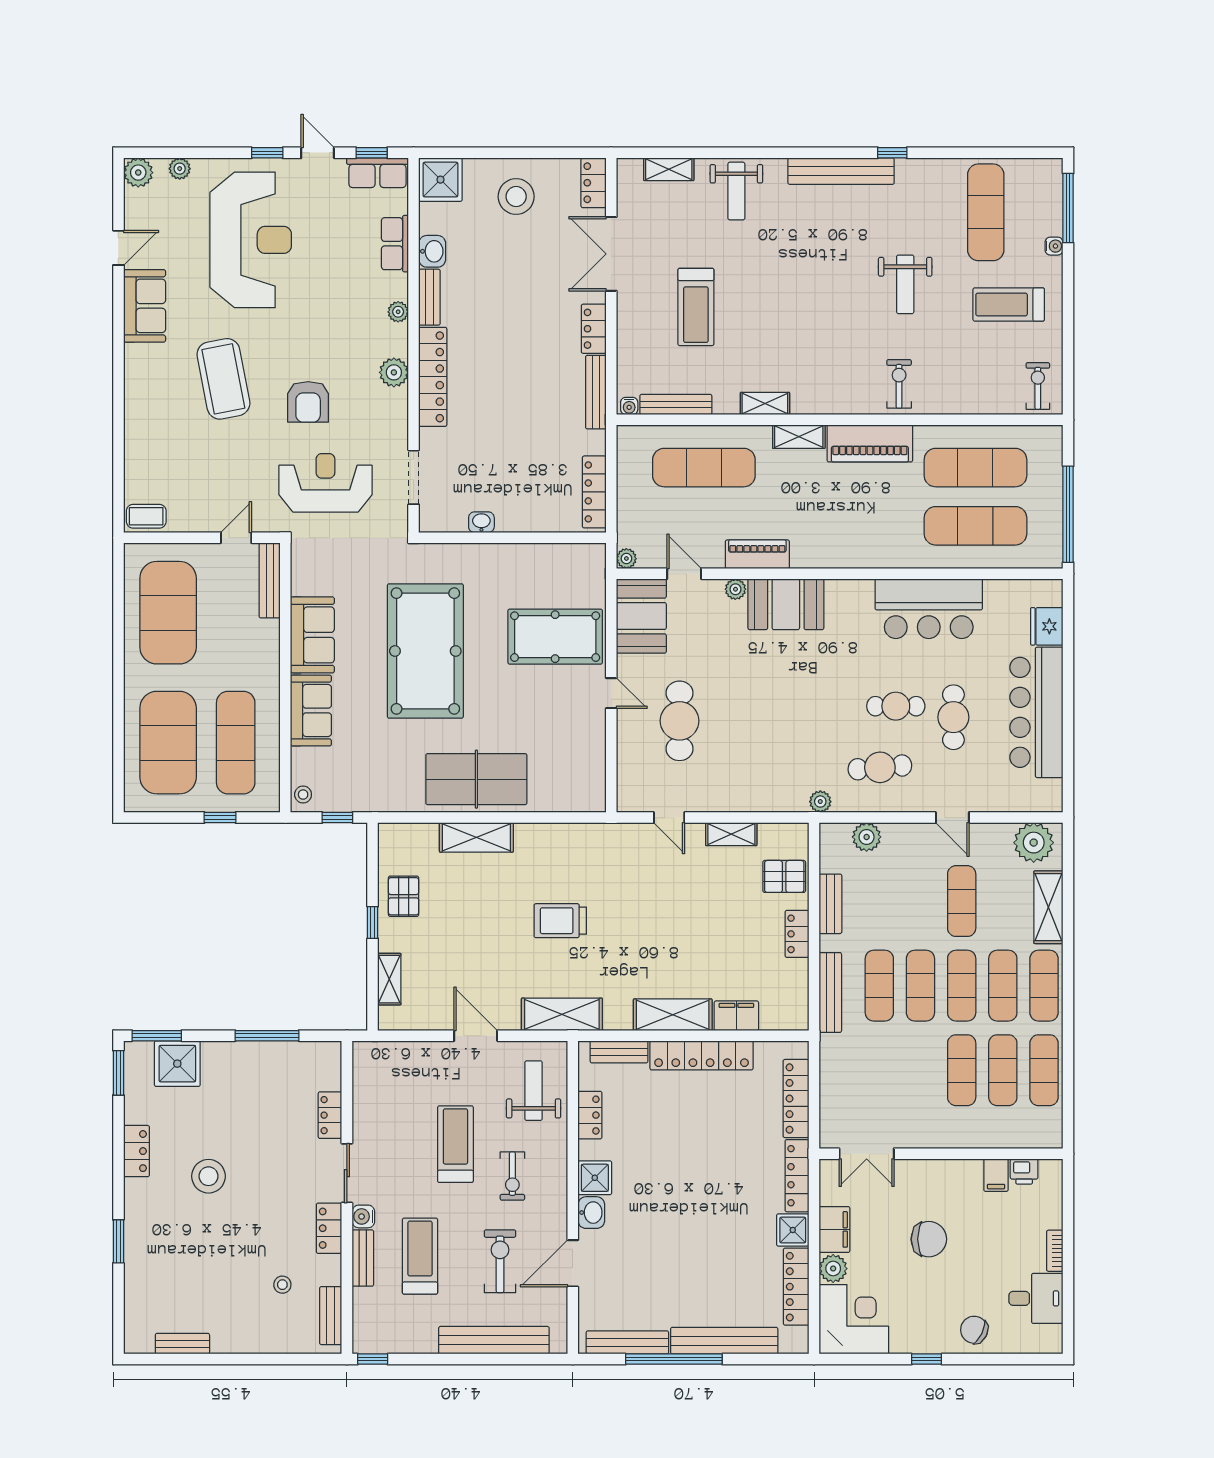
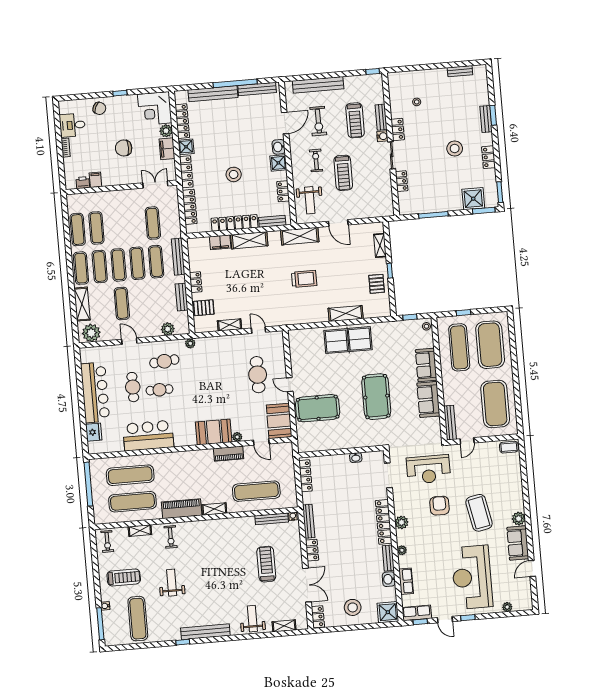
plant: (138, 173) -> (519, 519), moved
shelving: (765, 403) -> (140, 531), moved
plant: (626, 559) -> (288, 447), removed
pool table: (425, 651) -> (376, 397), width x0.73, depth x0.76
exercise mat: (962, 1070) -> (153, 223), moved
stool: (694, 1161) -> (234, 174), added
bench: (331, 1316) -> (486, 119), moved

